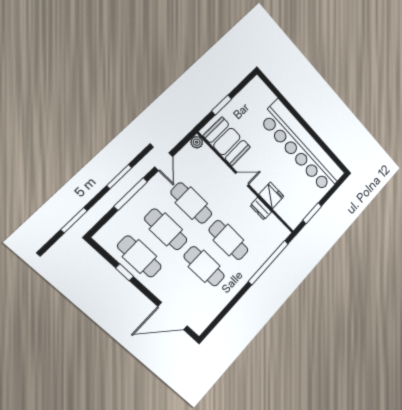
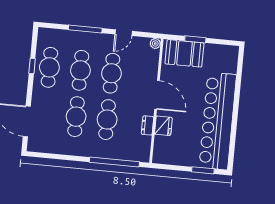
booth: (227, 141) -> (184, 53), moved, turned 90
door: (242, 179) -> (157, 95), width x1.88
window: (312, 213) -> (203, 170), moved

